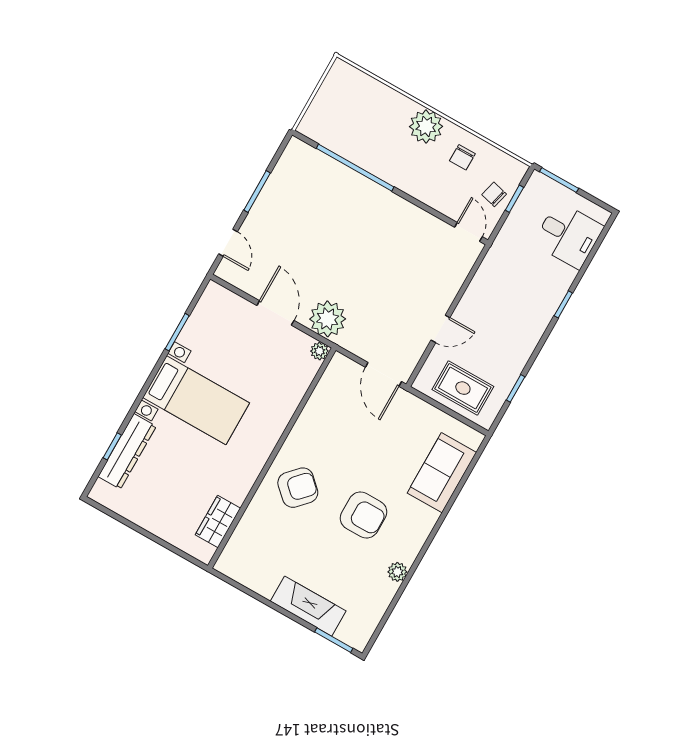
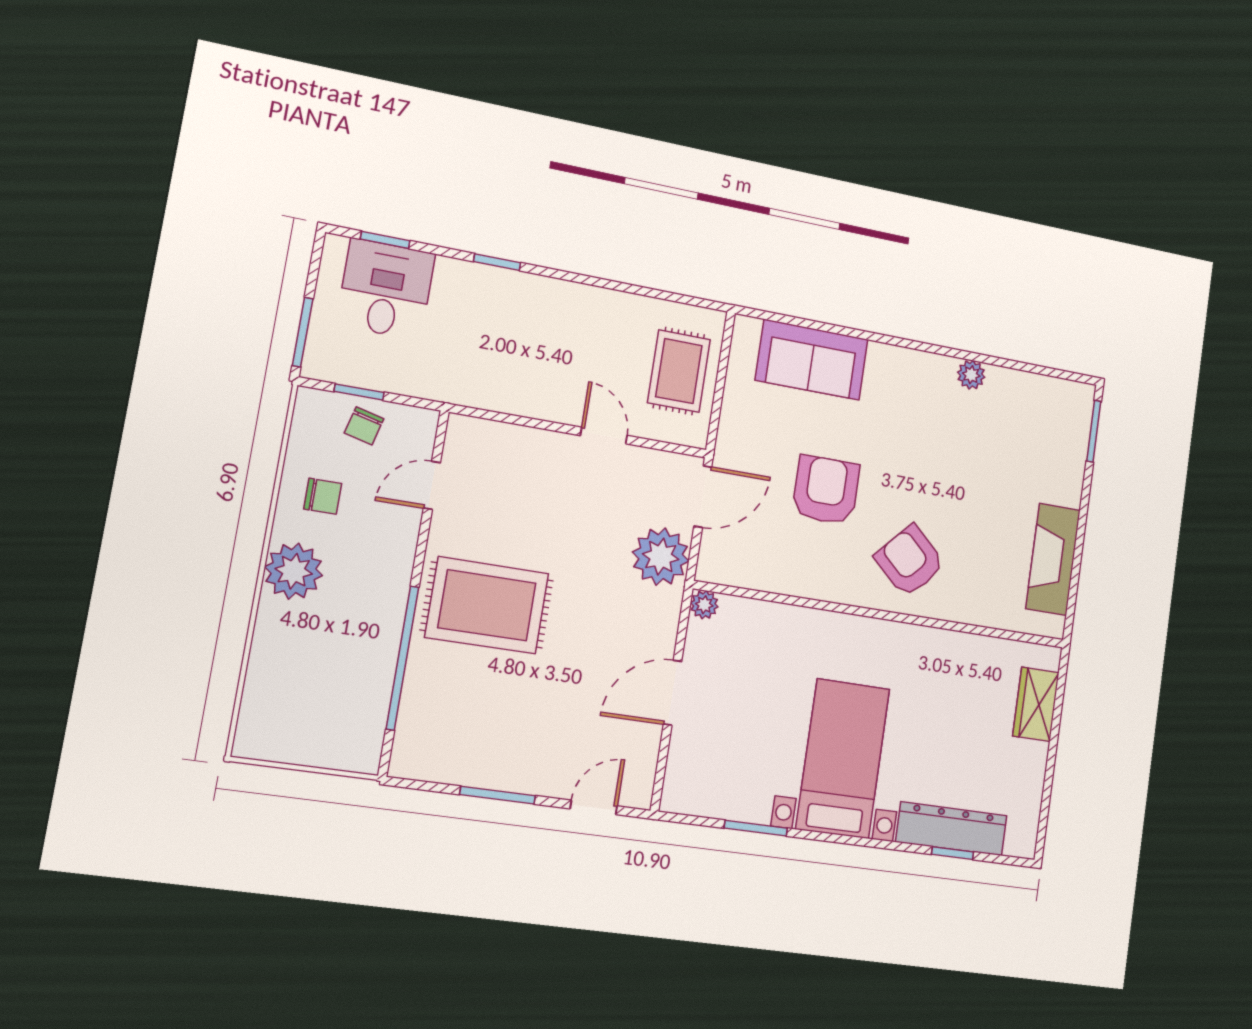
rug: (367, 225) -> (487, 605), added
door: (468, 232) -> (432, 485), moved
plant: (328, 319) -> (661, 557), moved
window: (516, 388) -> (385, 240), moved
armchair: (363, 515) -> (826, 490), moved
wardrobe: (218, 521) -> (1036, 704), moved, turned 90
fireplace: (308, 606) -> (1053, 559), moved

